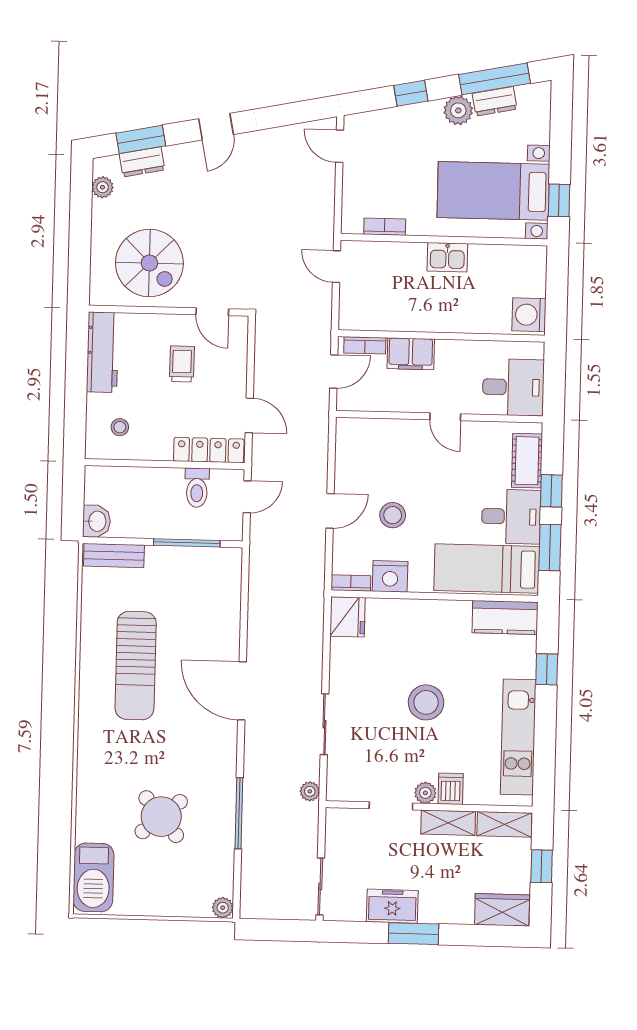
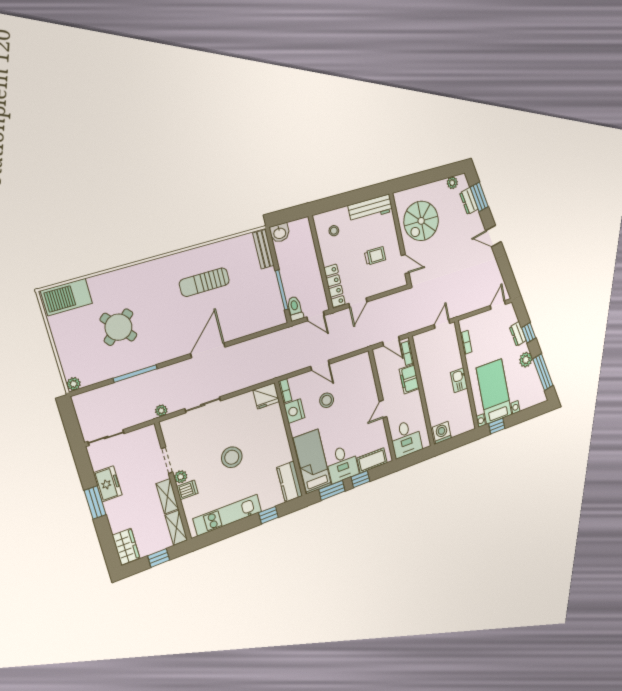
dresser: (495, 101) -> (518, 334), moved
door: (212, 312) -> (405, 264), swing flipped
toilet: (197, 488) -> (295, 309), moved, turned 90
sun lounger: (136, 666) -> (204, 282), width x0.73, depth x0.75

